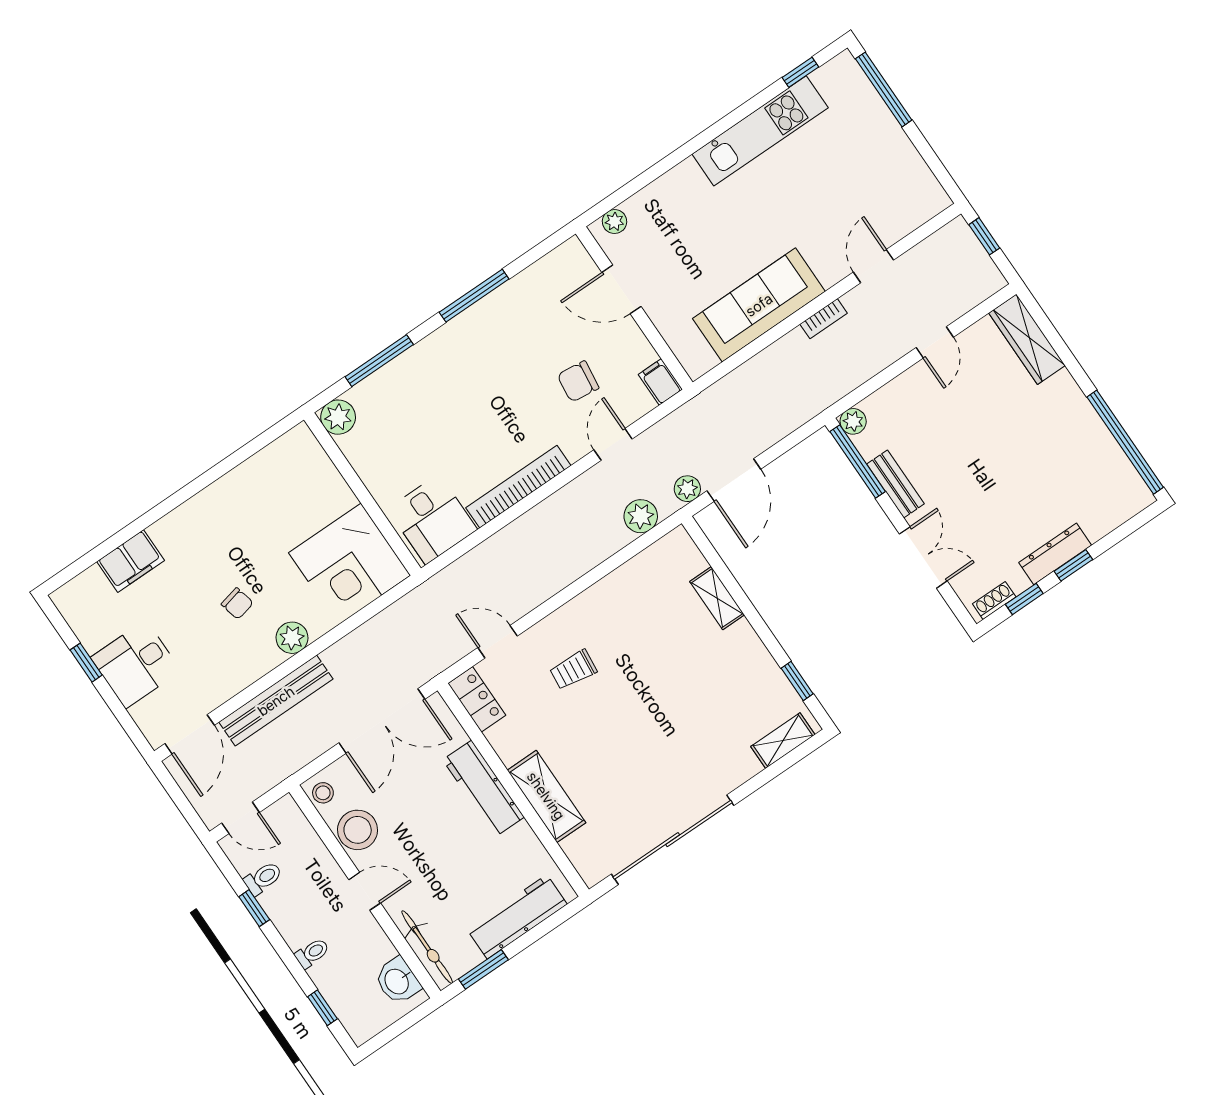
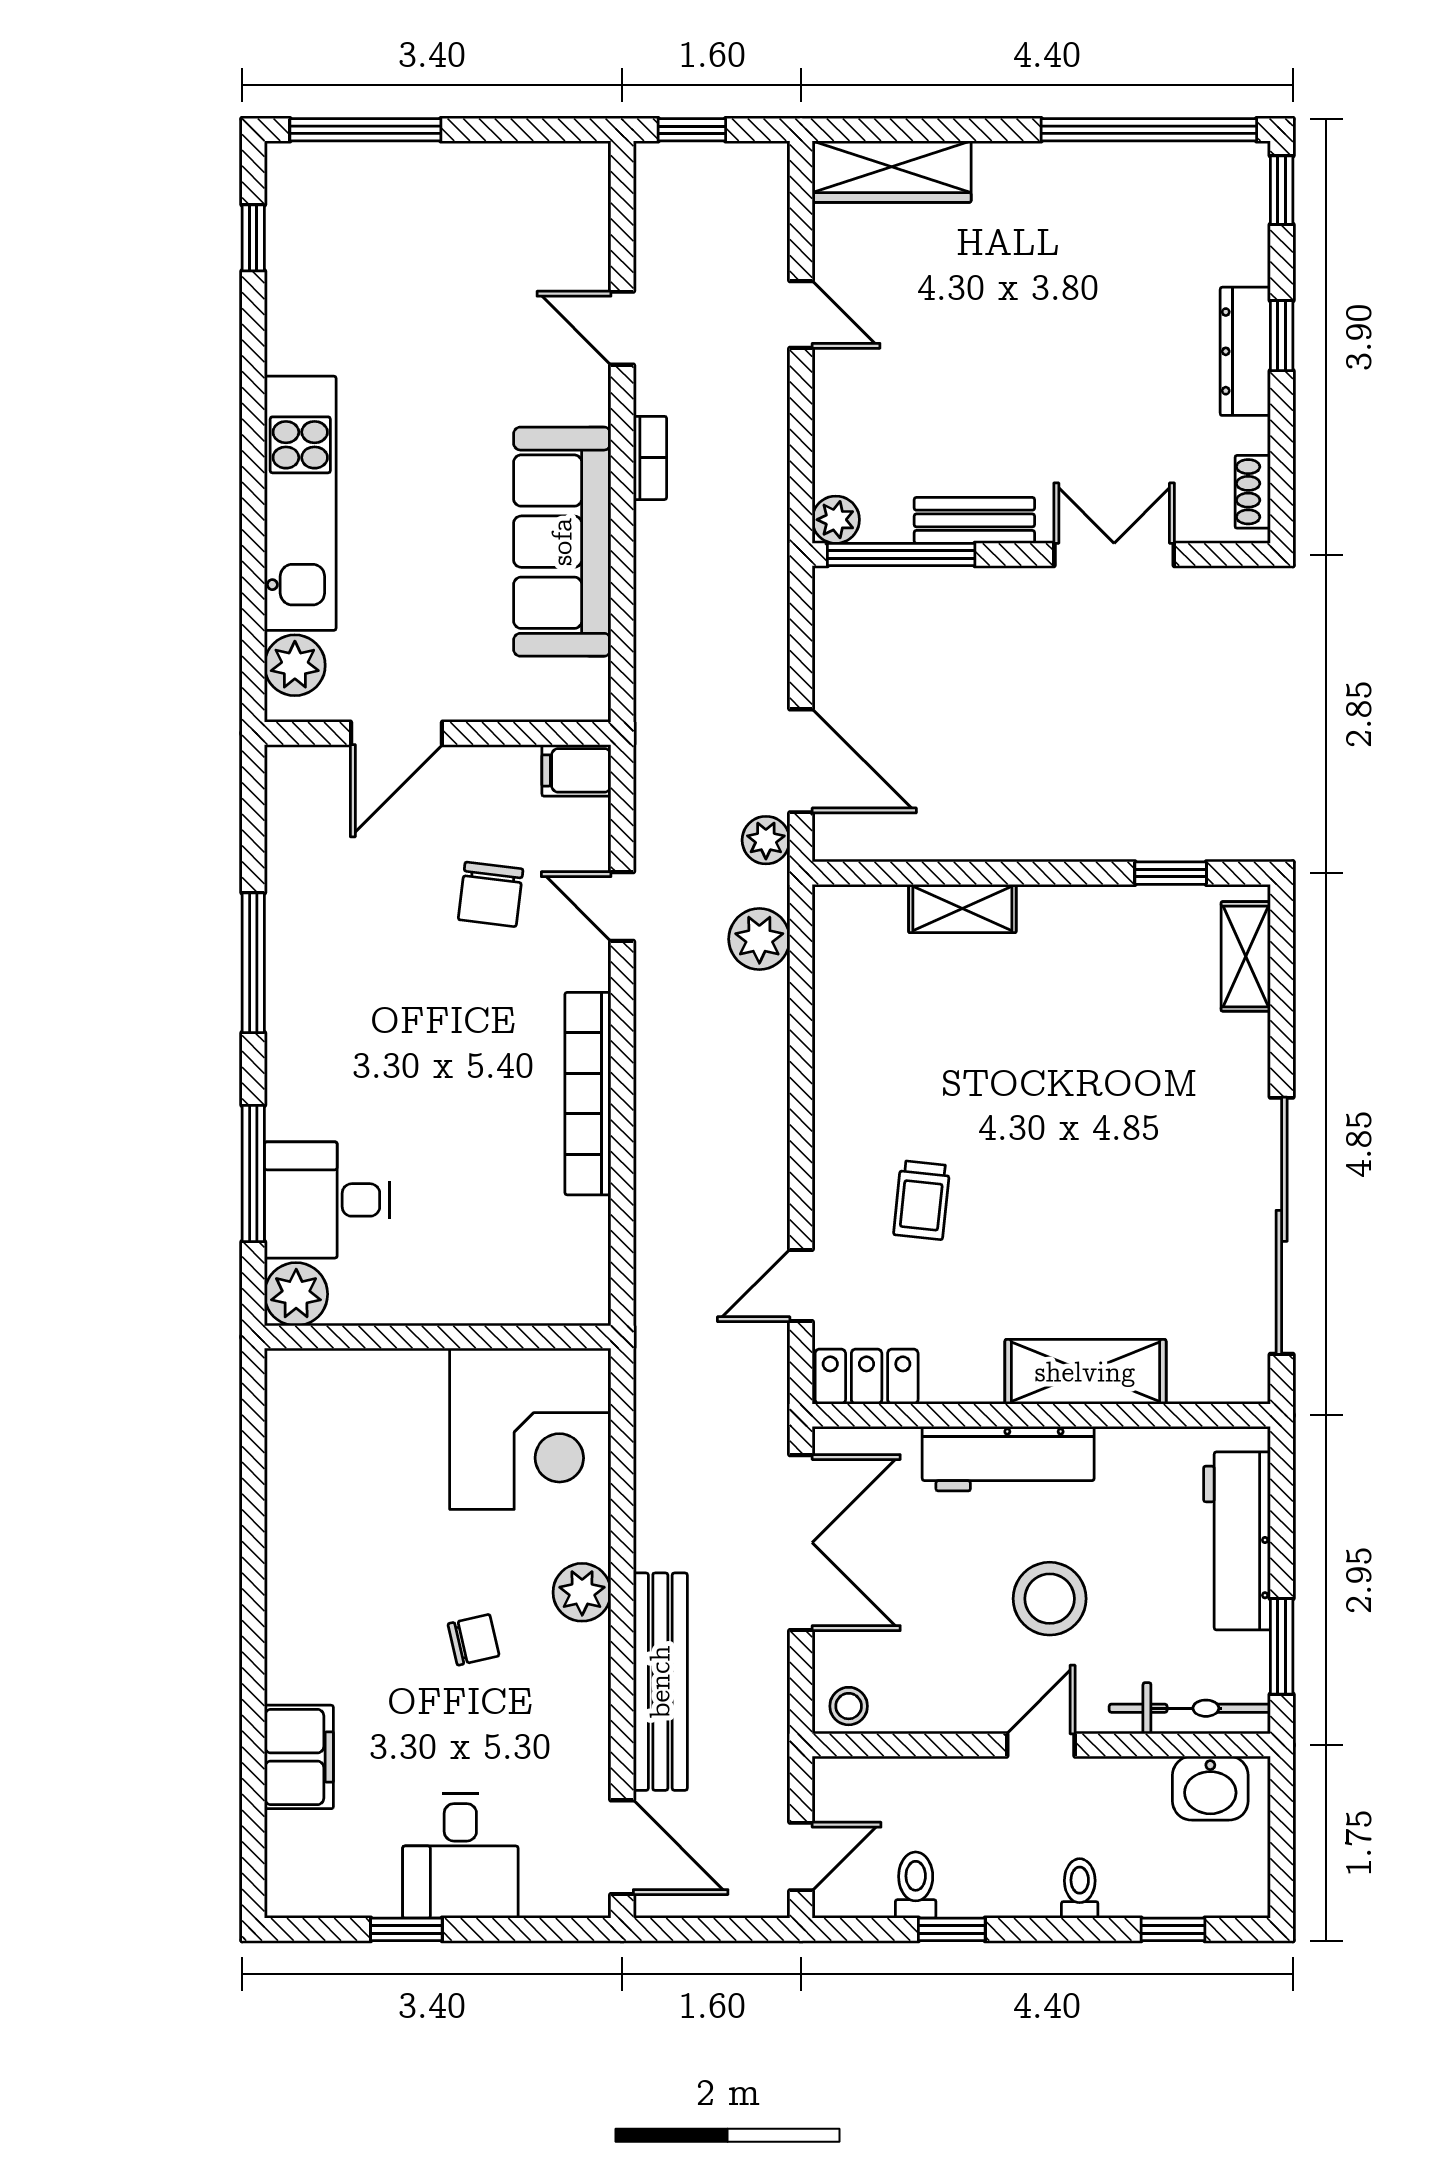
kitchen unit: (760, 131) -> (300, 503), moved
plant: (615, 222) -> (295, 665), width x1.38, depth x1.38
desk: (432, 519) -> (327, 1200), moved, turned 180
window: (1024, 599) -> (1282, 190), moved
stool: (358, 830) -> (1050, 1599), moved

